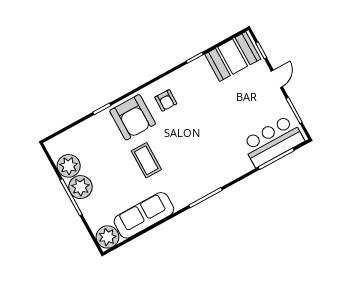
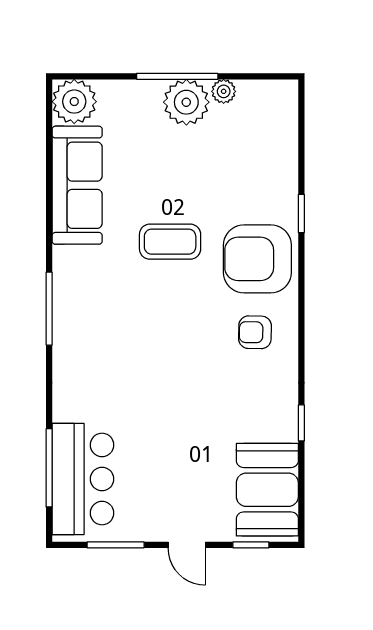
plant: (69, 166) -> (224, 91), width x0.53, depth x0.53

